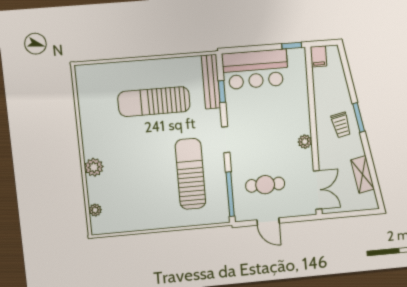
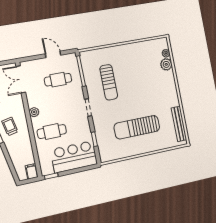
bench: (211, 82) -> (179, 124), moved
sun lounger: (154, 102) -> (137, 127), turned 180
cafe table: (283, 111) -> (52, 132), added
plant: (94, 167) -> (166, 64), moved
sun lounger: (190, 174) -> (109, 82), width x0.73, depth x0.75

